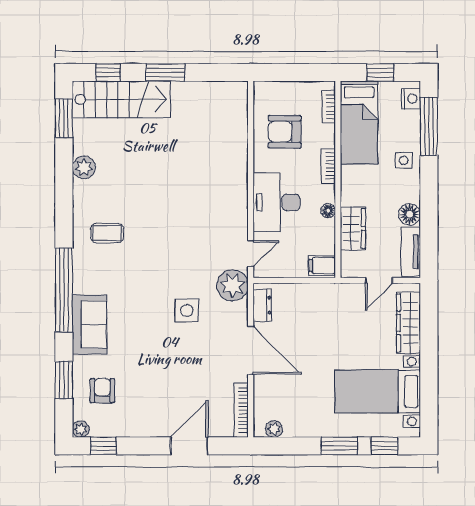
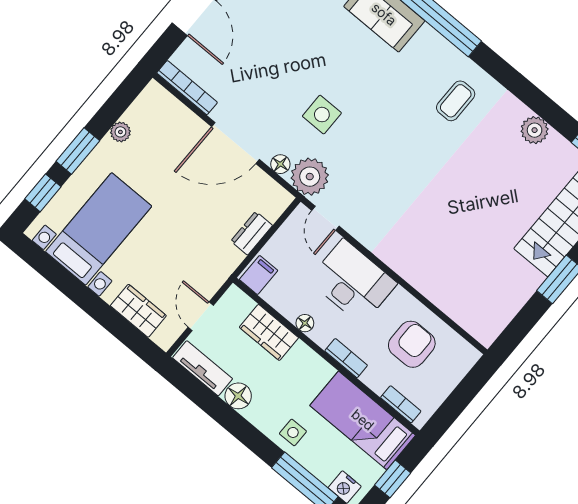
dresser: (262, 305) -> (252, 233), moved, turned 90
floor lamp: (240, 311) -> (280, 164), added
wardrobe: (408, 323) -> (138, 311), width x0.67
plant: (274, 429) -> (120, 132), moved

